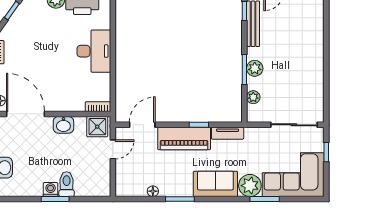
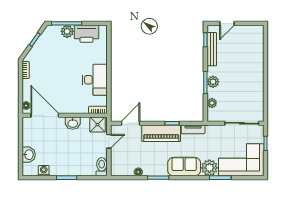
desk: (94, 51) -> (95, 80), moved
toilet: (67, 184) -> (102, 167), moved
washing machine: (51, 190) -> (44, 171), moved

